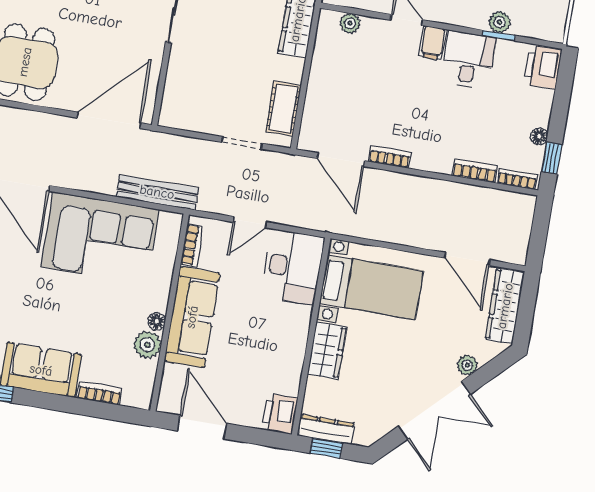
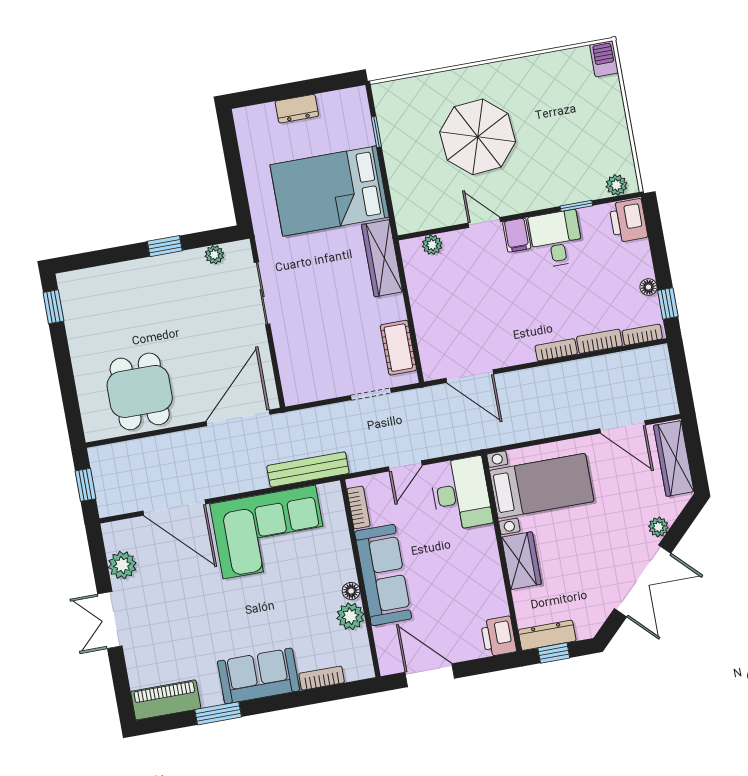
plant: (500, 22) -> (616, 185), moved
bookcase: (390, 157) -> (556, 350), moved

